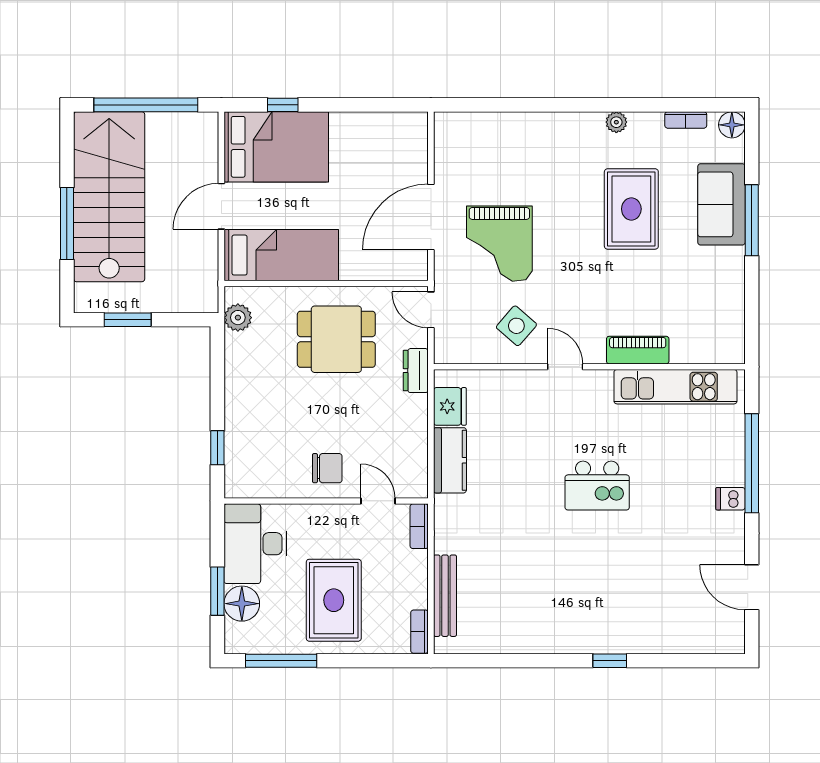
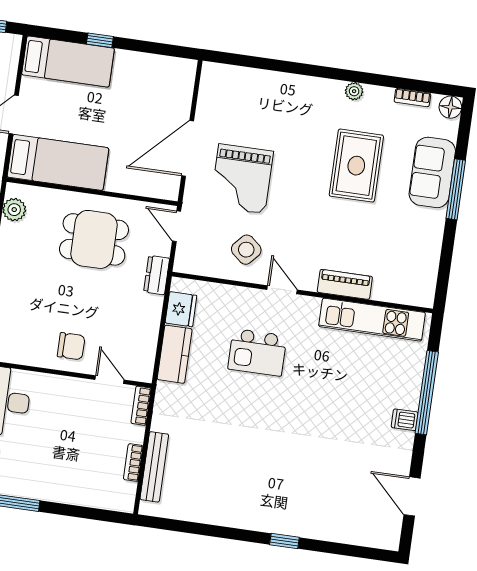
window: (283, 105) -> (100, 40), moved
bed: (276, 147) -> (68, 61), width x0.67
kitchen island: (597, 486) -> (257, 352), moved
rug: (334, 600) -> (61, 457), removed
bookcase: (419, 632) -> (133, 463), moved

